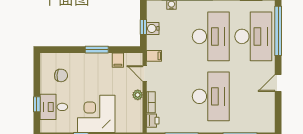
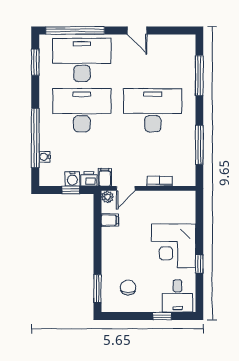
window: (97, 50) -> (98, 289), moved
plant: (138, 95) -> (107, 197), moved
desk: (54, 107) -> (177, 296), moved
printer: (153, 121) -> (89, 179), moved

